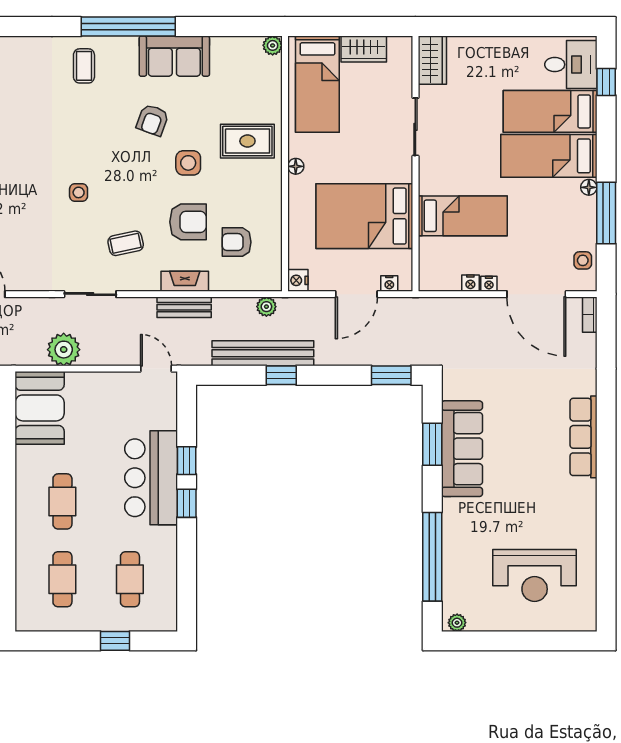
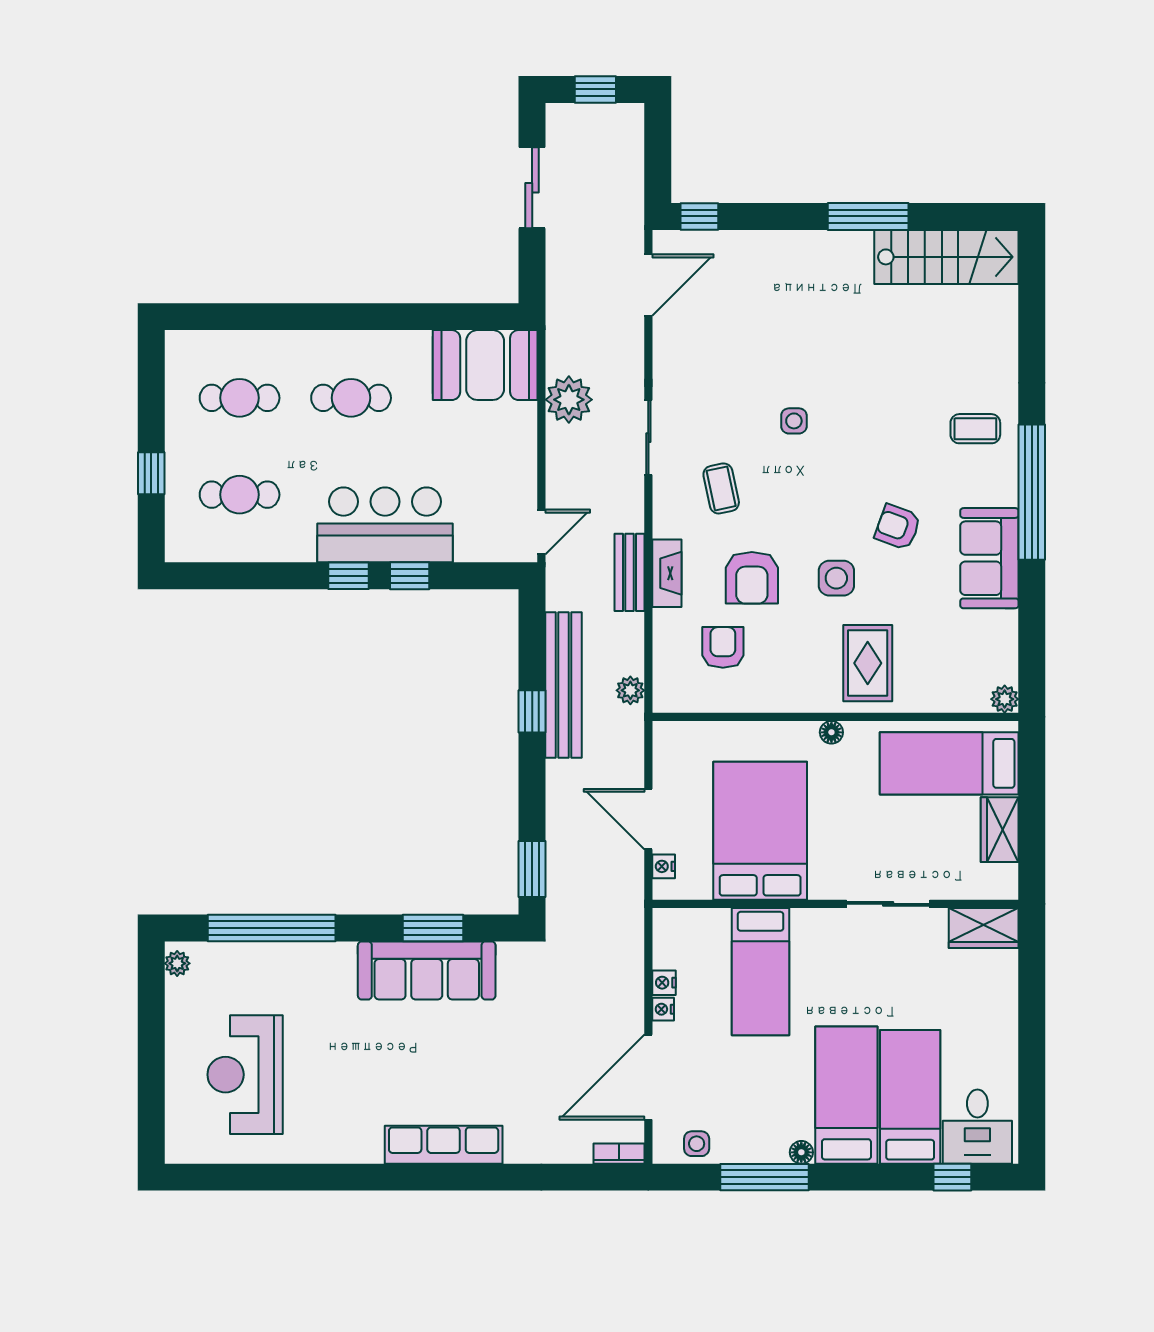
nightstand: (298, 280) -> (668, 735), removed

